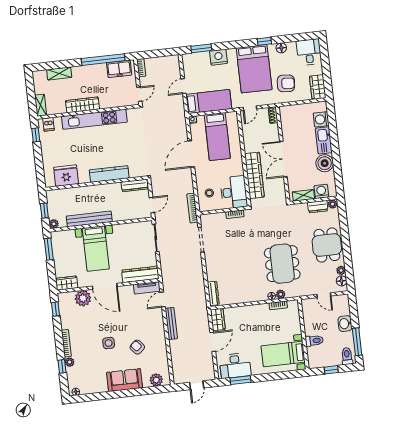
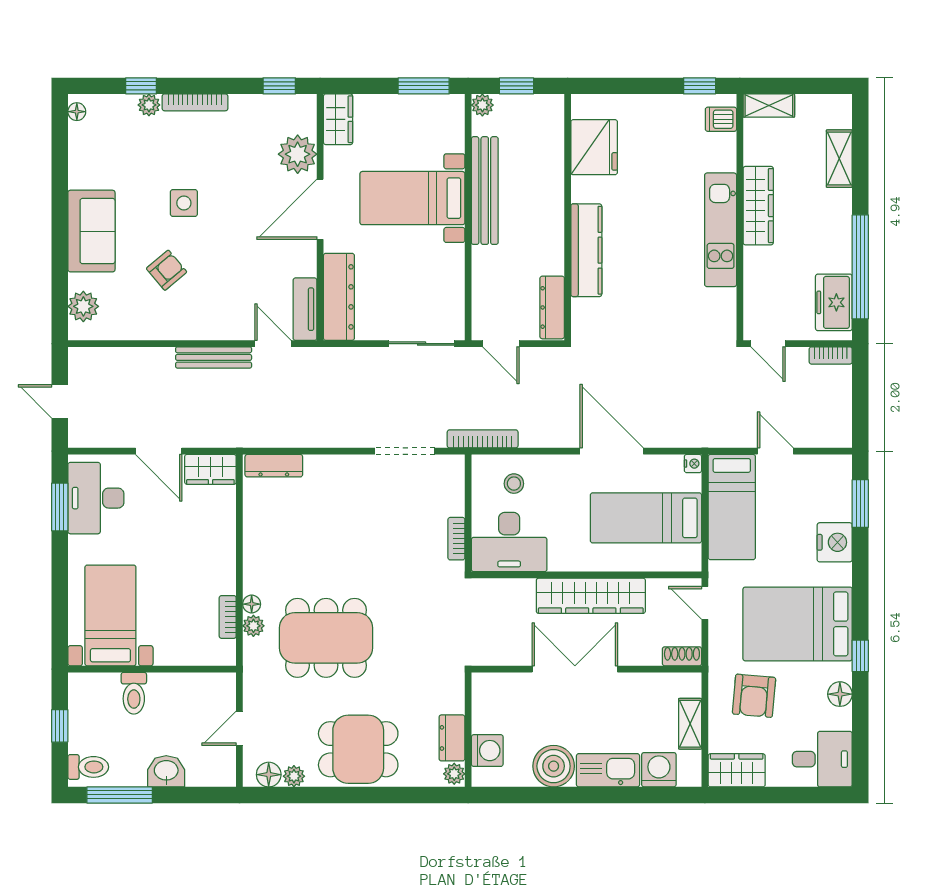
kitchen unit: (94, 119) -> (721, 230), width x0.73
wardrobe: (254, 175) -> (591, 596), moved
shelving: (303, 195) -> (690, 724), moved

